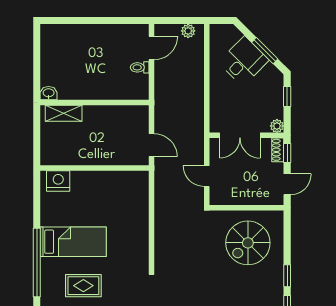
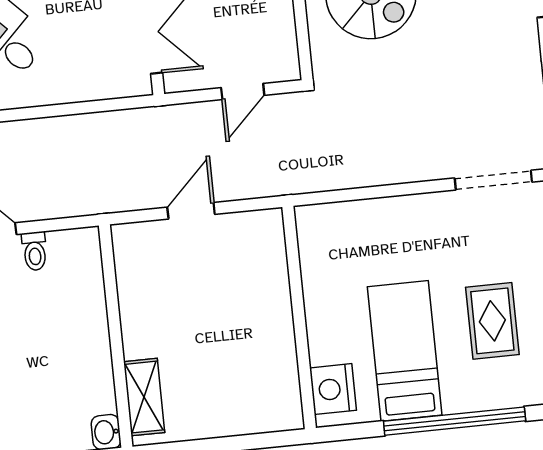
wall: (95, 168) -> (299, 317), moved
nightstand: (58, 181) -> (333, 389), moved

